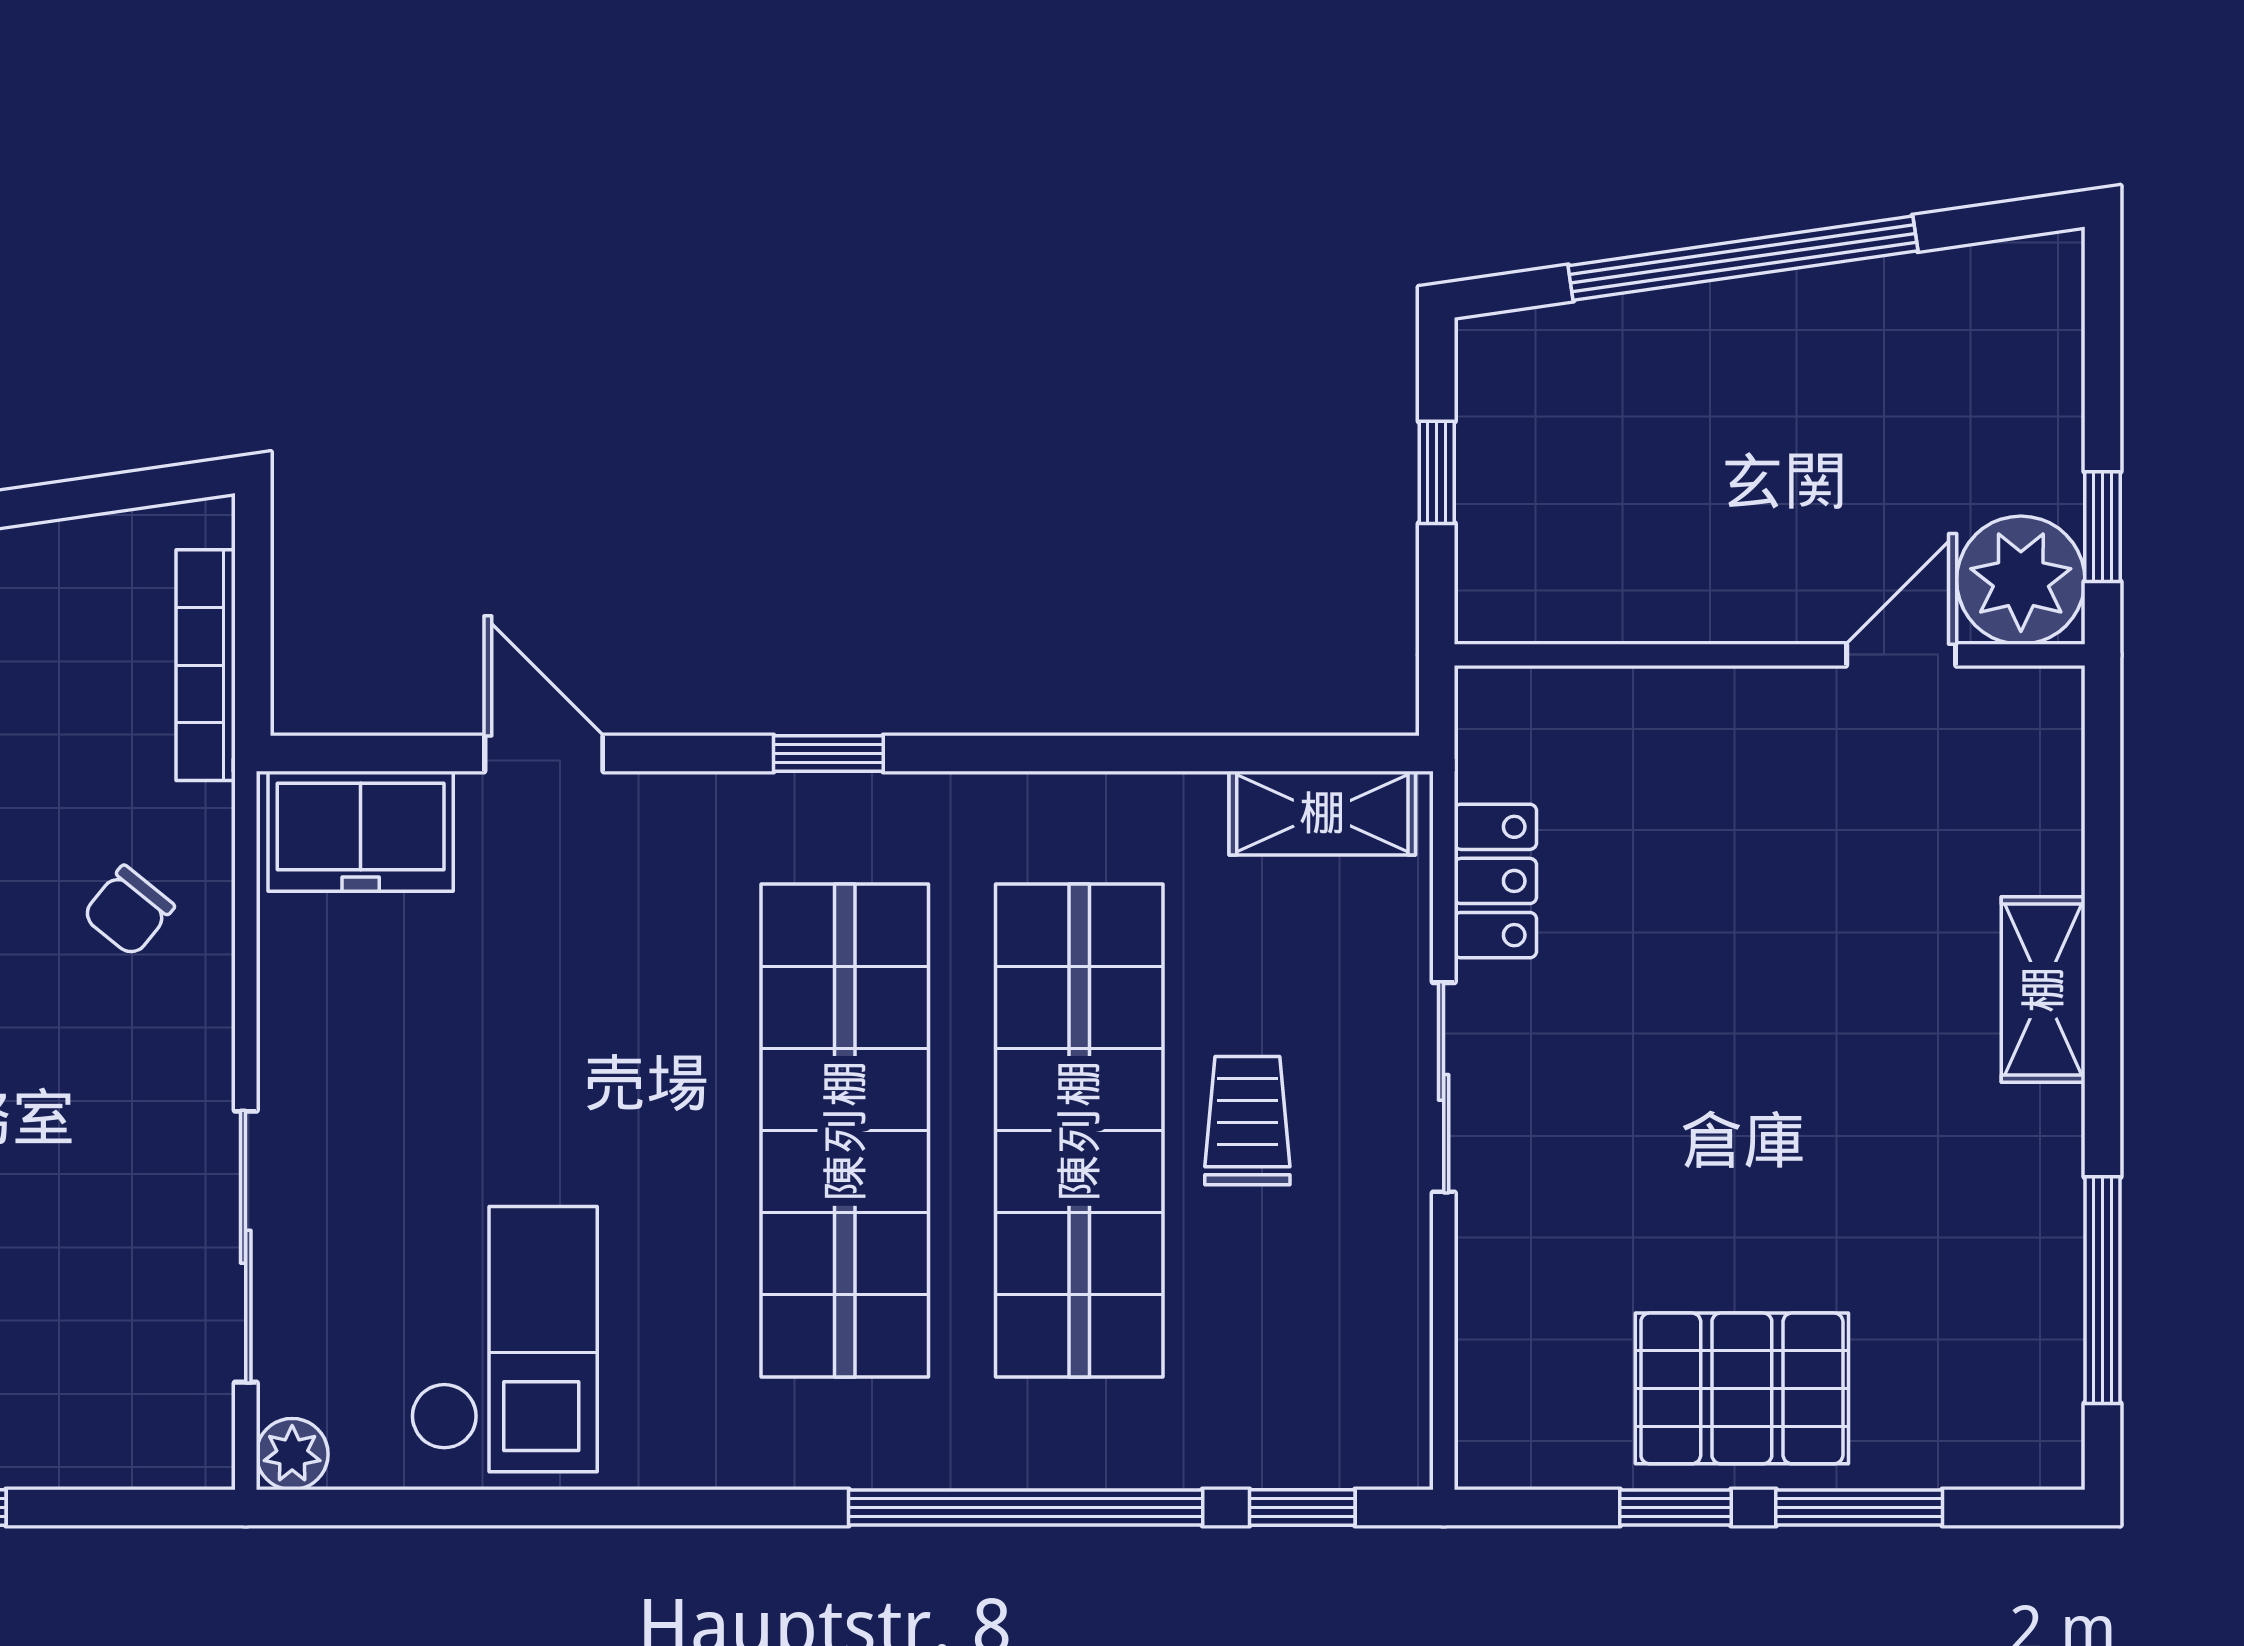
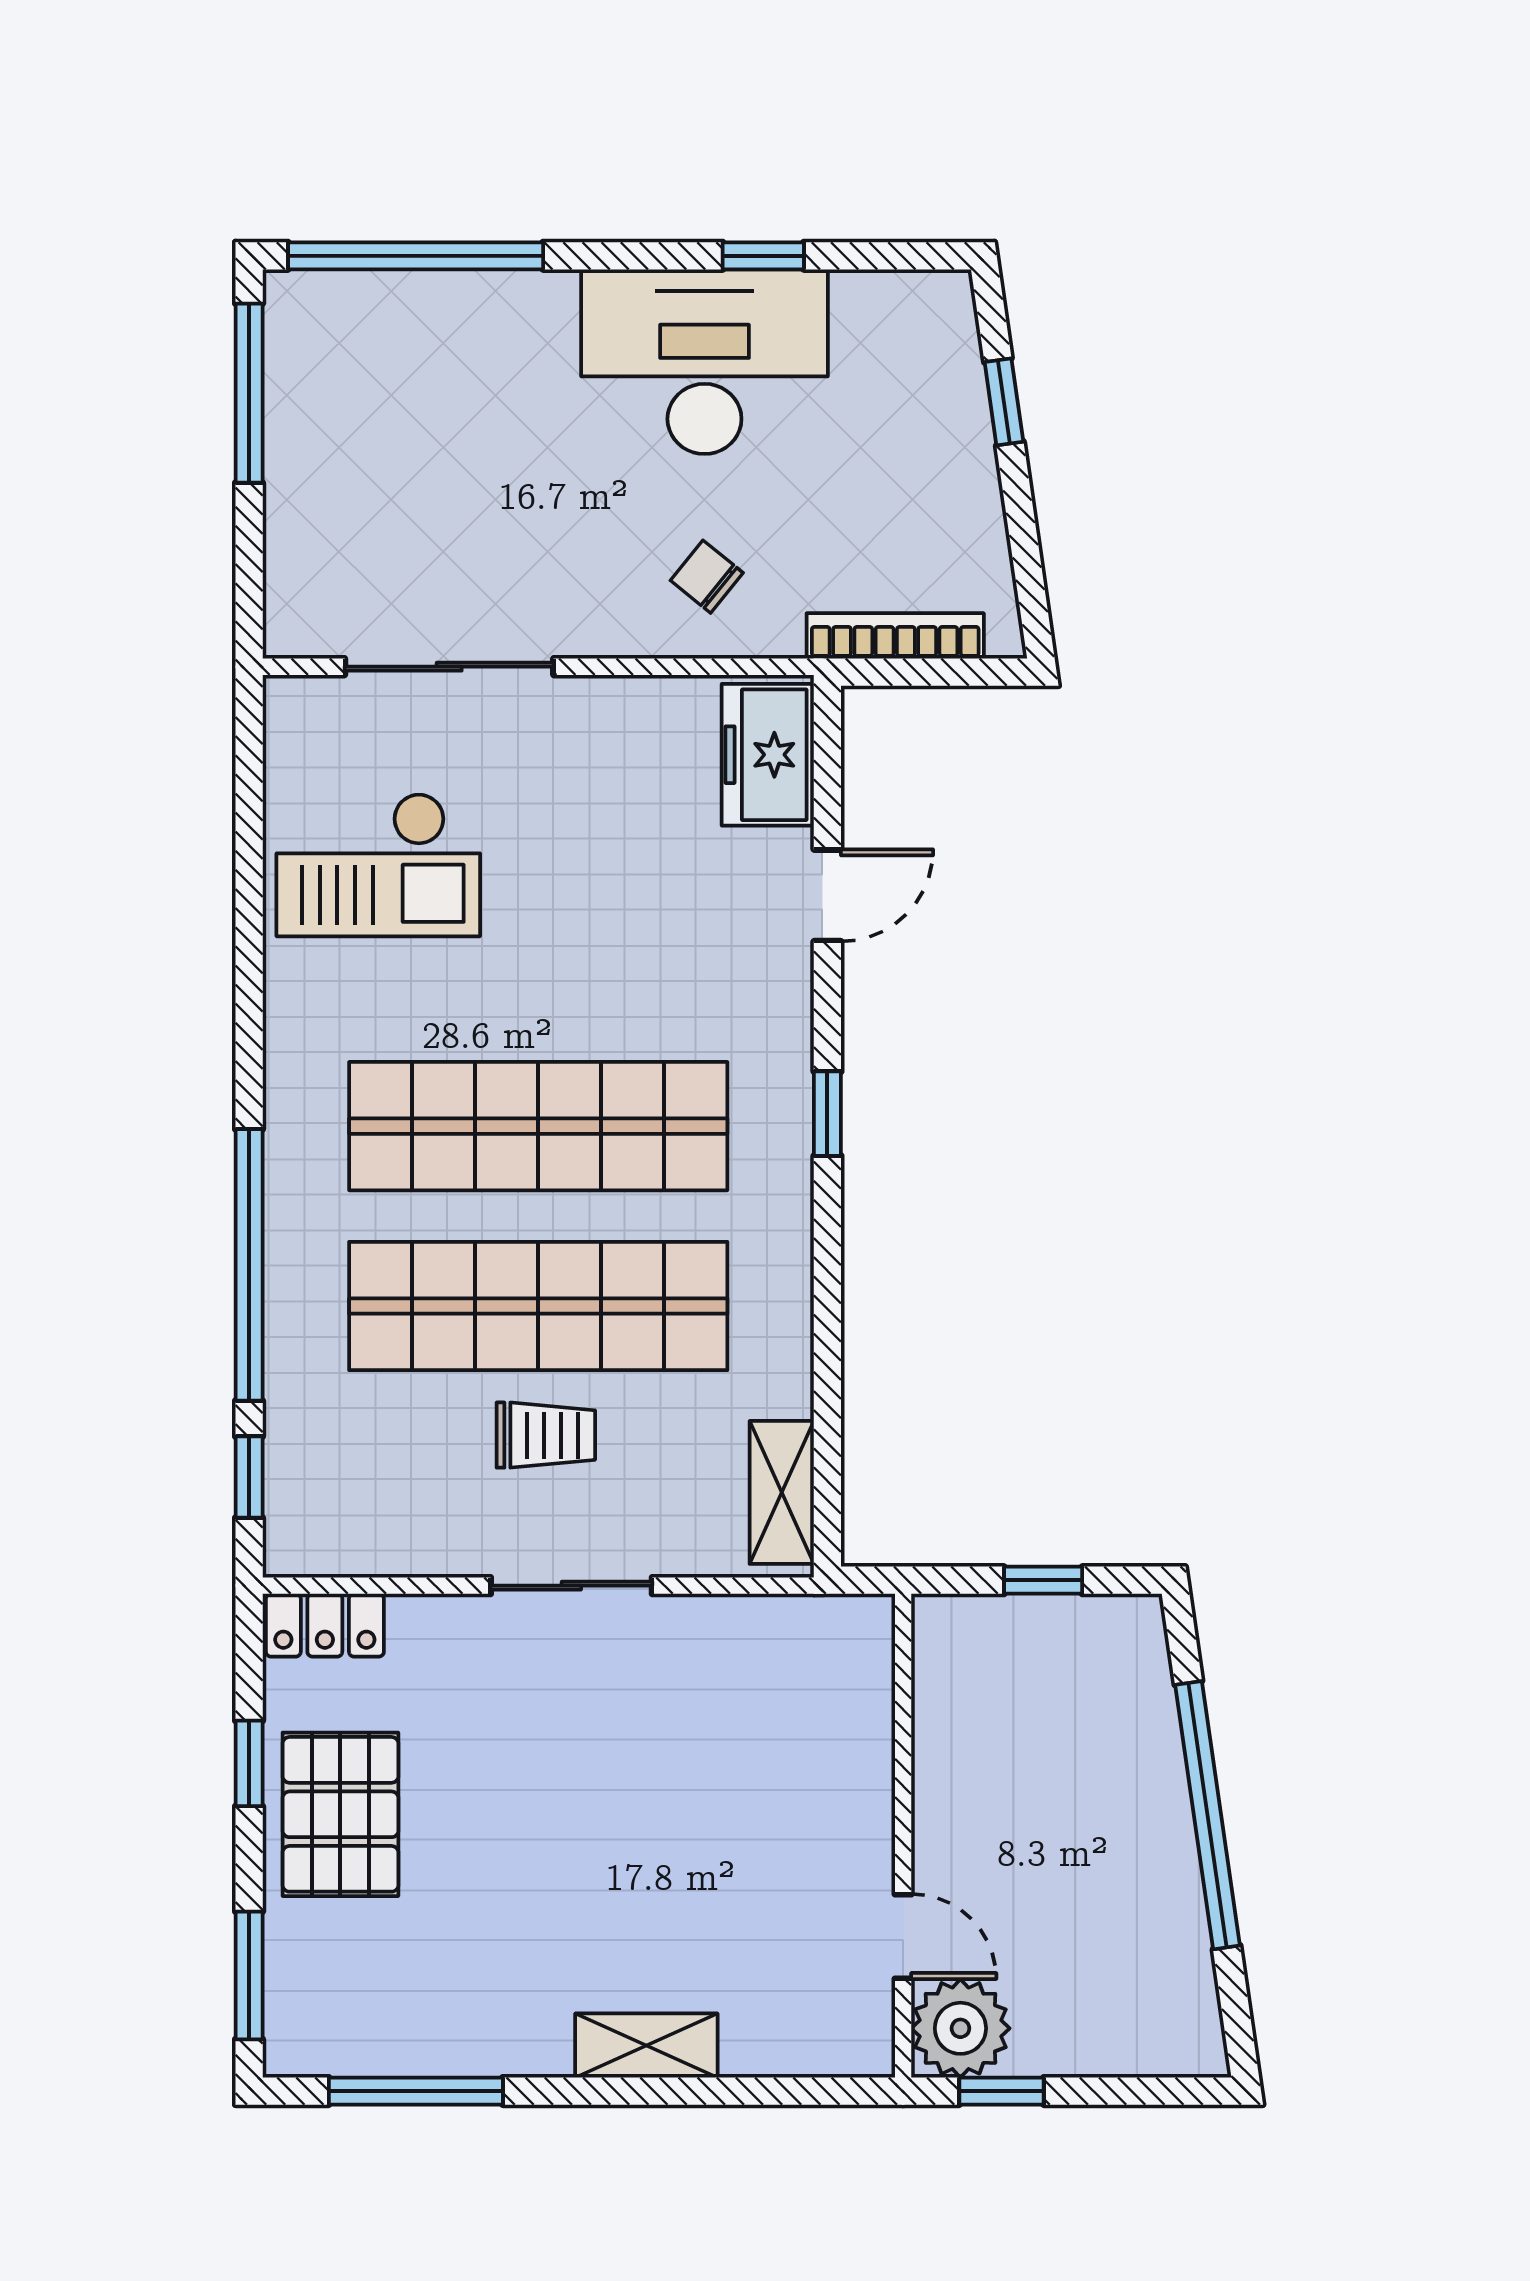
locker: (1495, 881) -> (325, 1625), moved
plant: (292, 1454) -> (290, 702), removed
window: (1859, 1508) -> (249, 1975), moved

